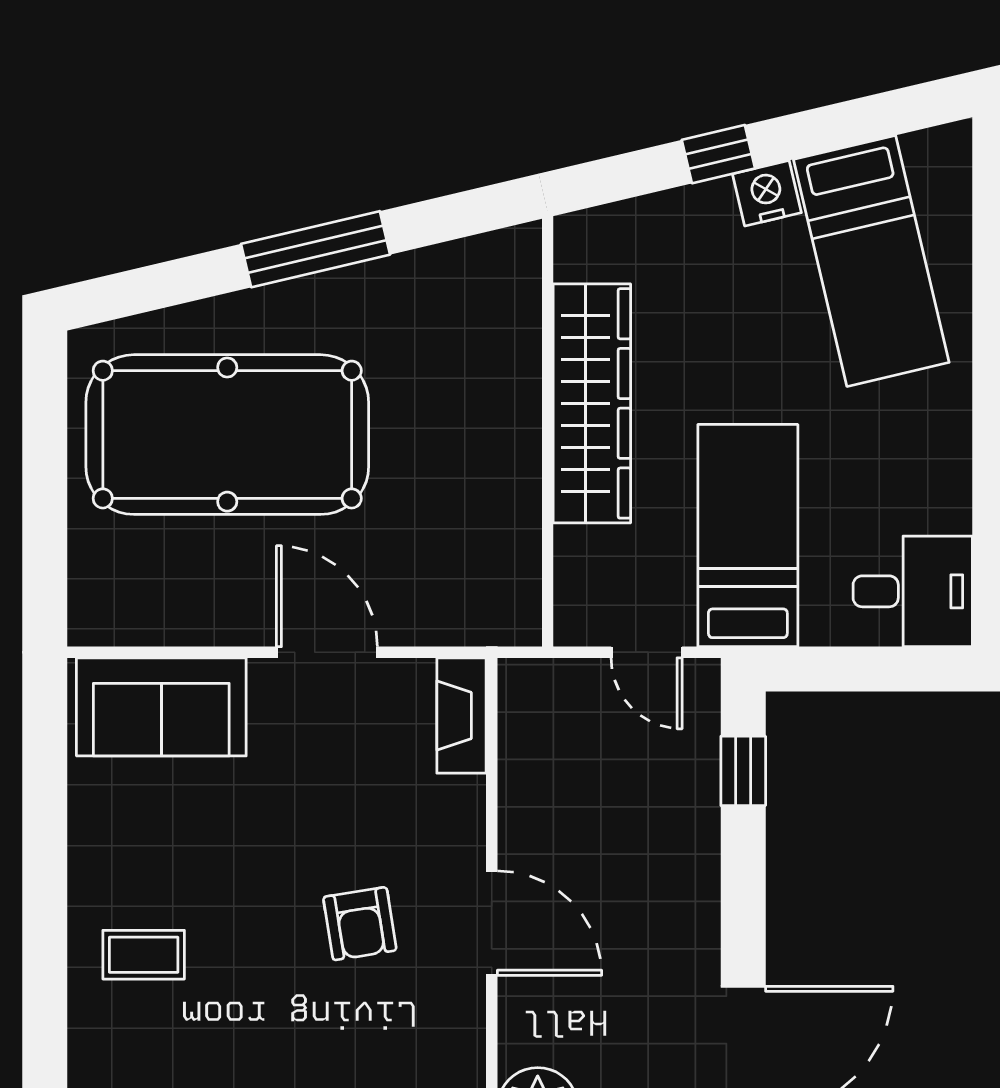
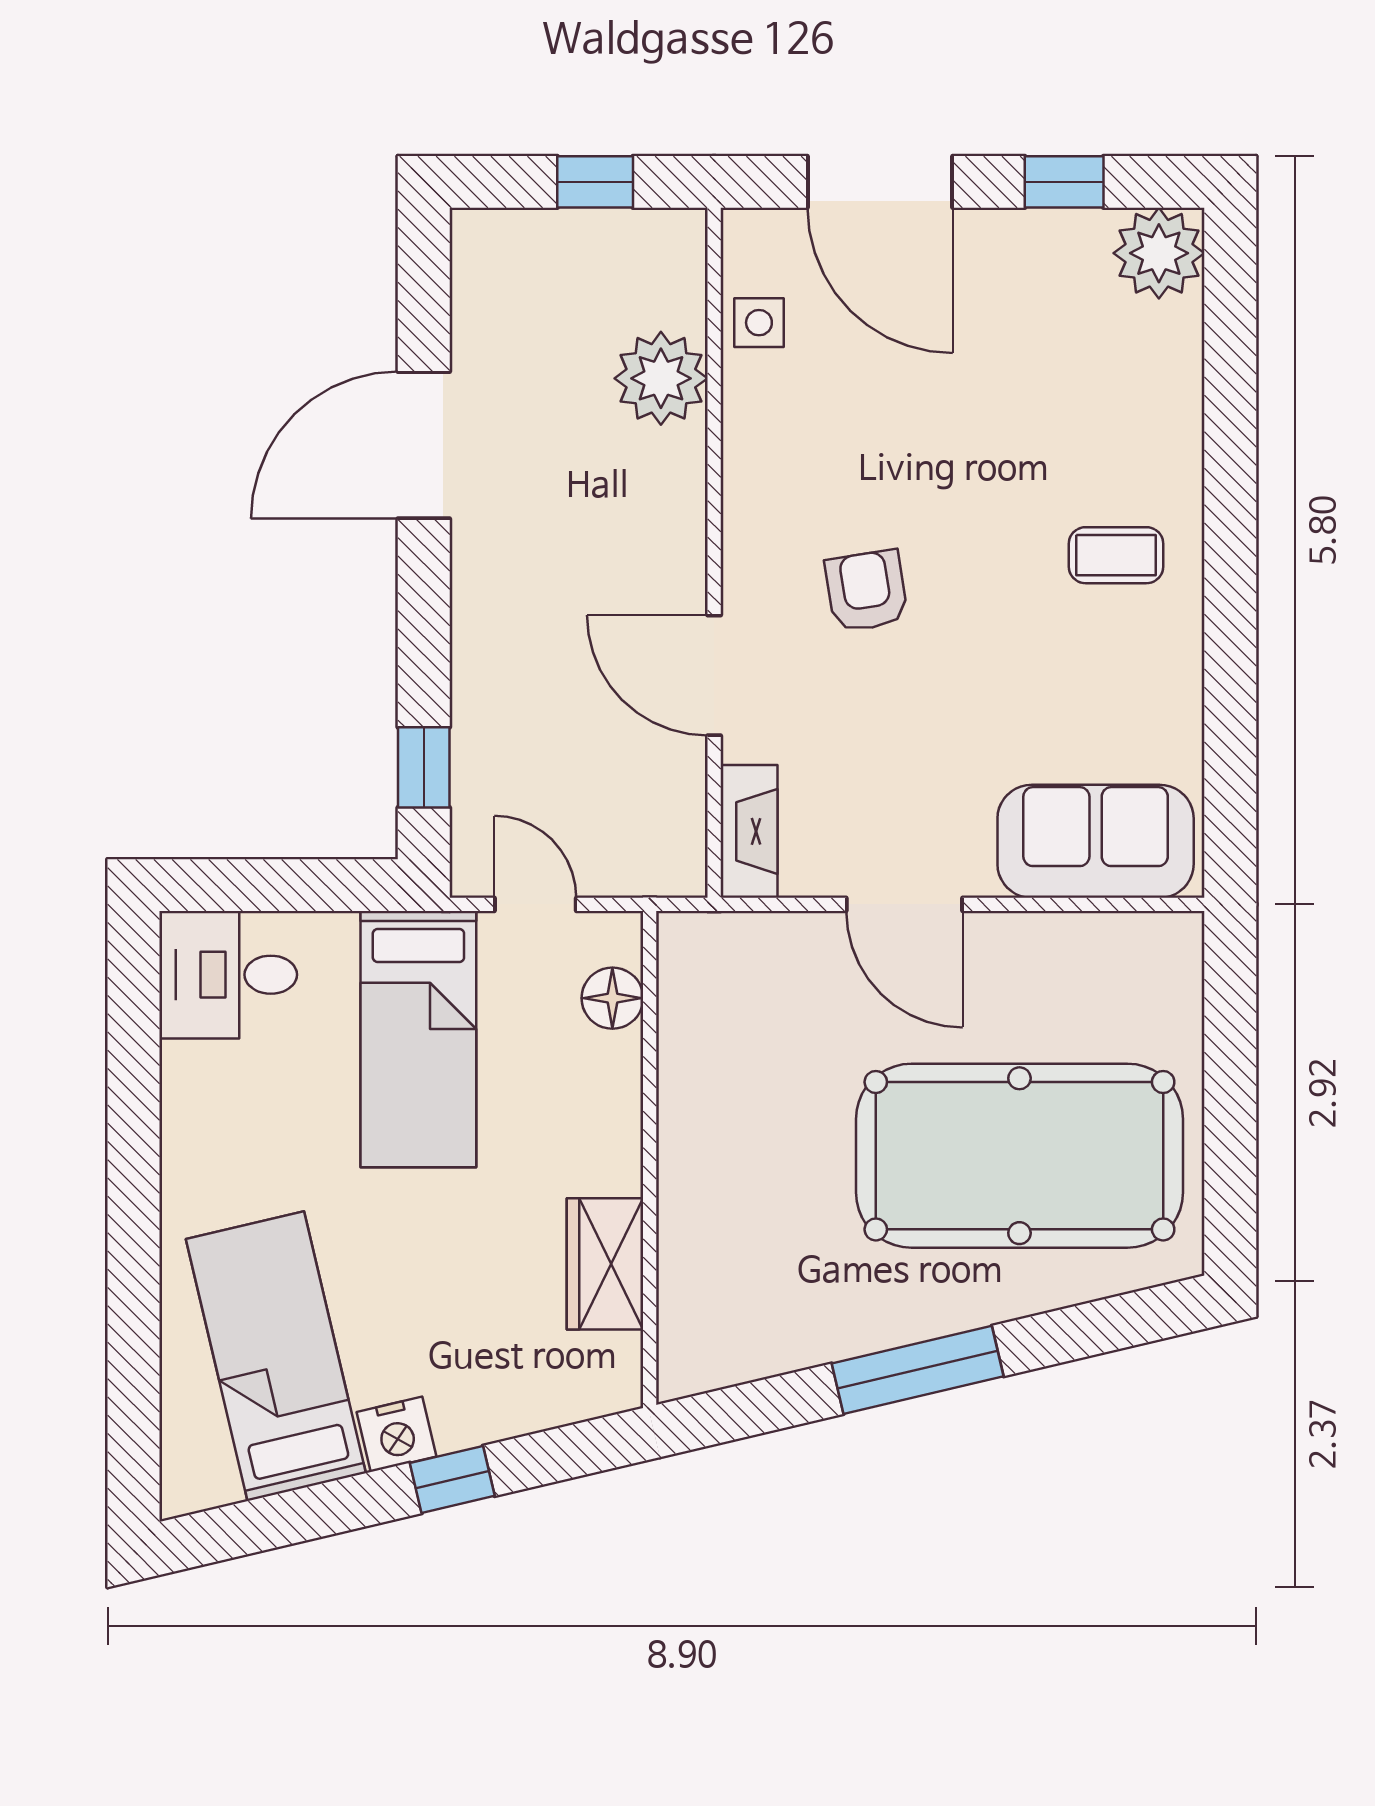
wardrobe: (592, 403) -> (605, 1264), width x0.48, depth x0.85
floor lamp: (580, 571) -> (612, 998), added
door: (492, 923) -> (714, 675), moved

